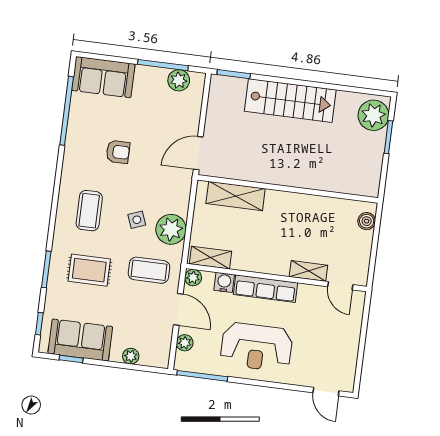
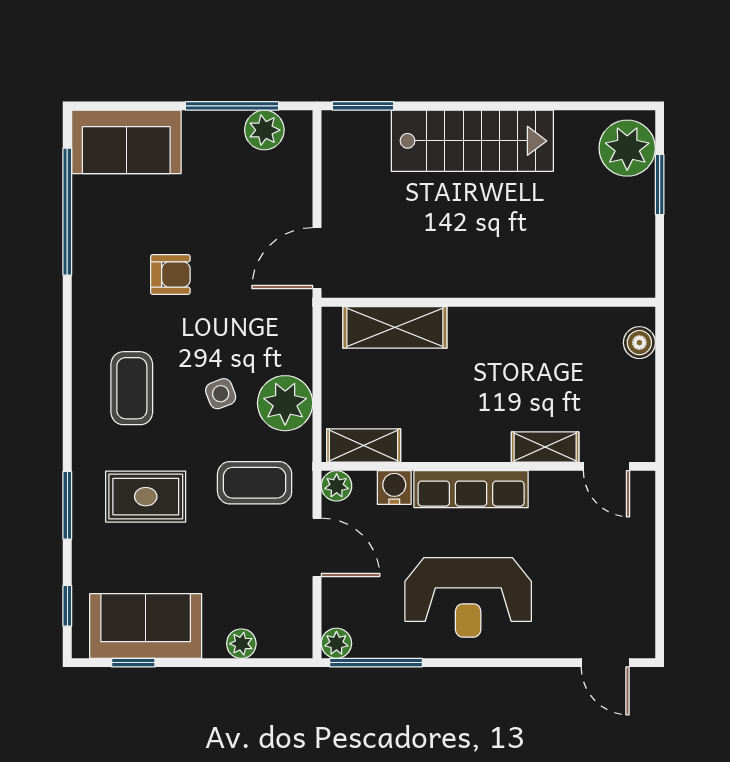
plant: (185, 343) -> (336, 643), moved

